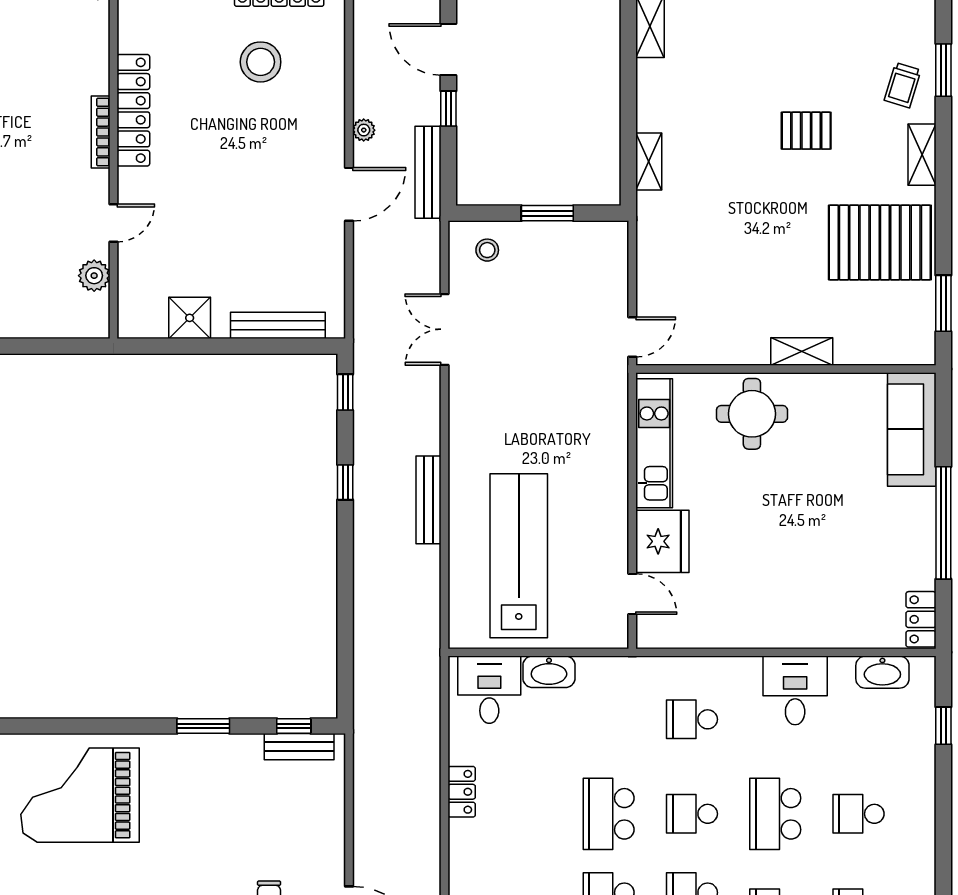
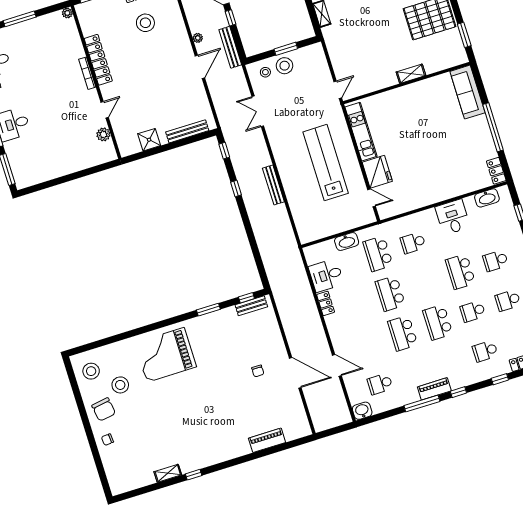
stool: (533, 249) -> (285, 66), added
round table: (752, 414) -> (398, 106), removed
lab bench: (519, 556) -> (326, 163), moved
desk: (489, 690) -> (326, 275), moved, turned -90
school desk: (692, 814) -> (378, 254), moved, width x1.85

